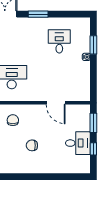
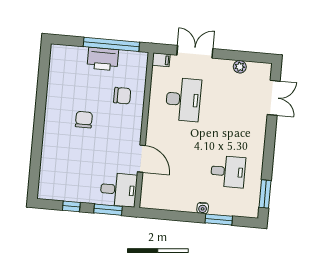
window: (38, 14) -> (265, 194), moved
door: (56, 103) -> (141, 159), swing flipped
desk: (78, 143) -> (119, 190), moved, turned -90

